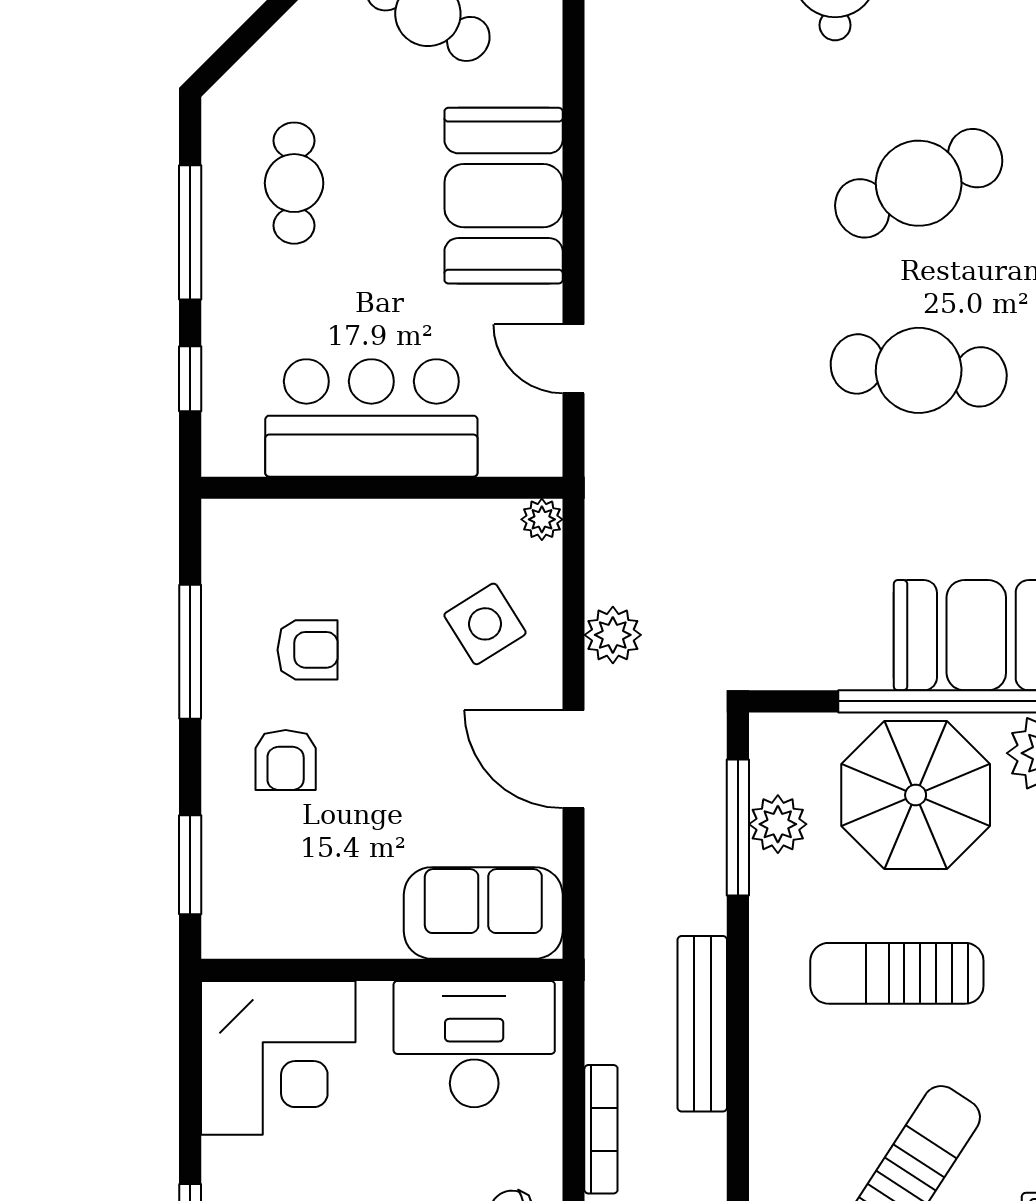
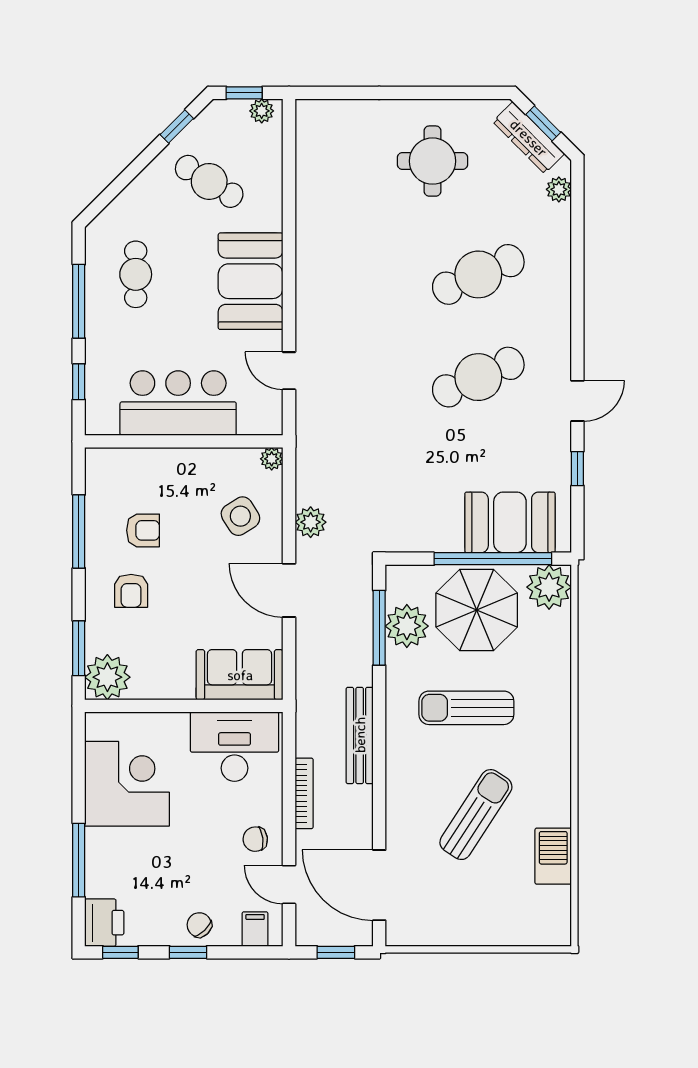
cafe table: (919, 370) -> (478, 377), turned -30
plant: (778, 824) -> (407, 626), width x1.36, depth x1.36
plant: (242, 917) -> (107, 677), added
corner desk: (278, 1058) -> (127, 784), moved, turned -90

